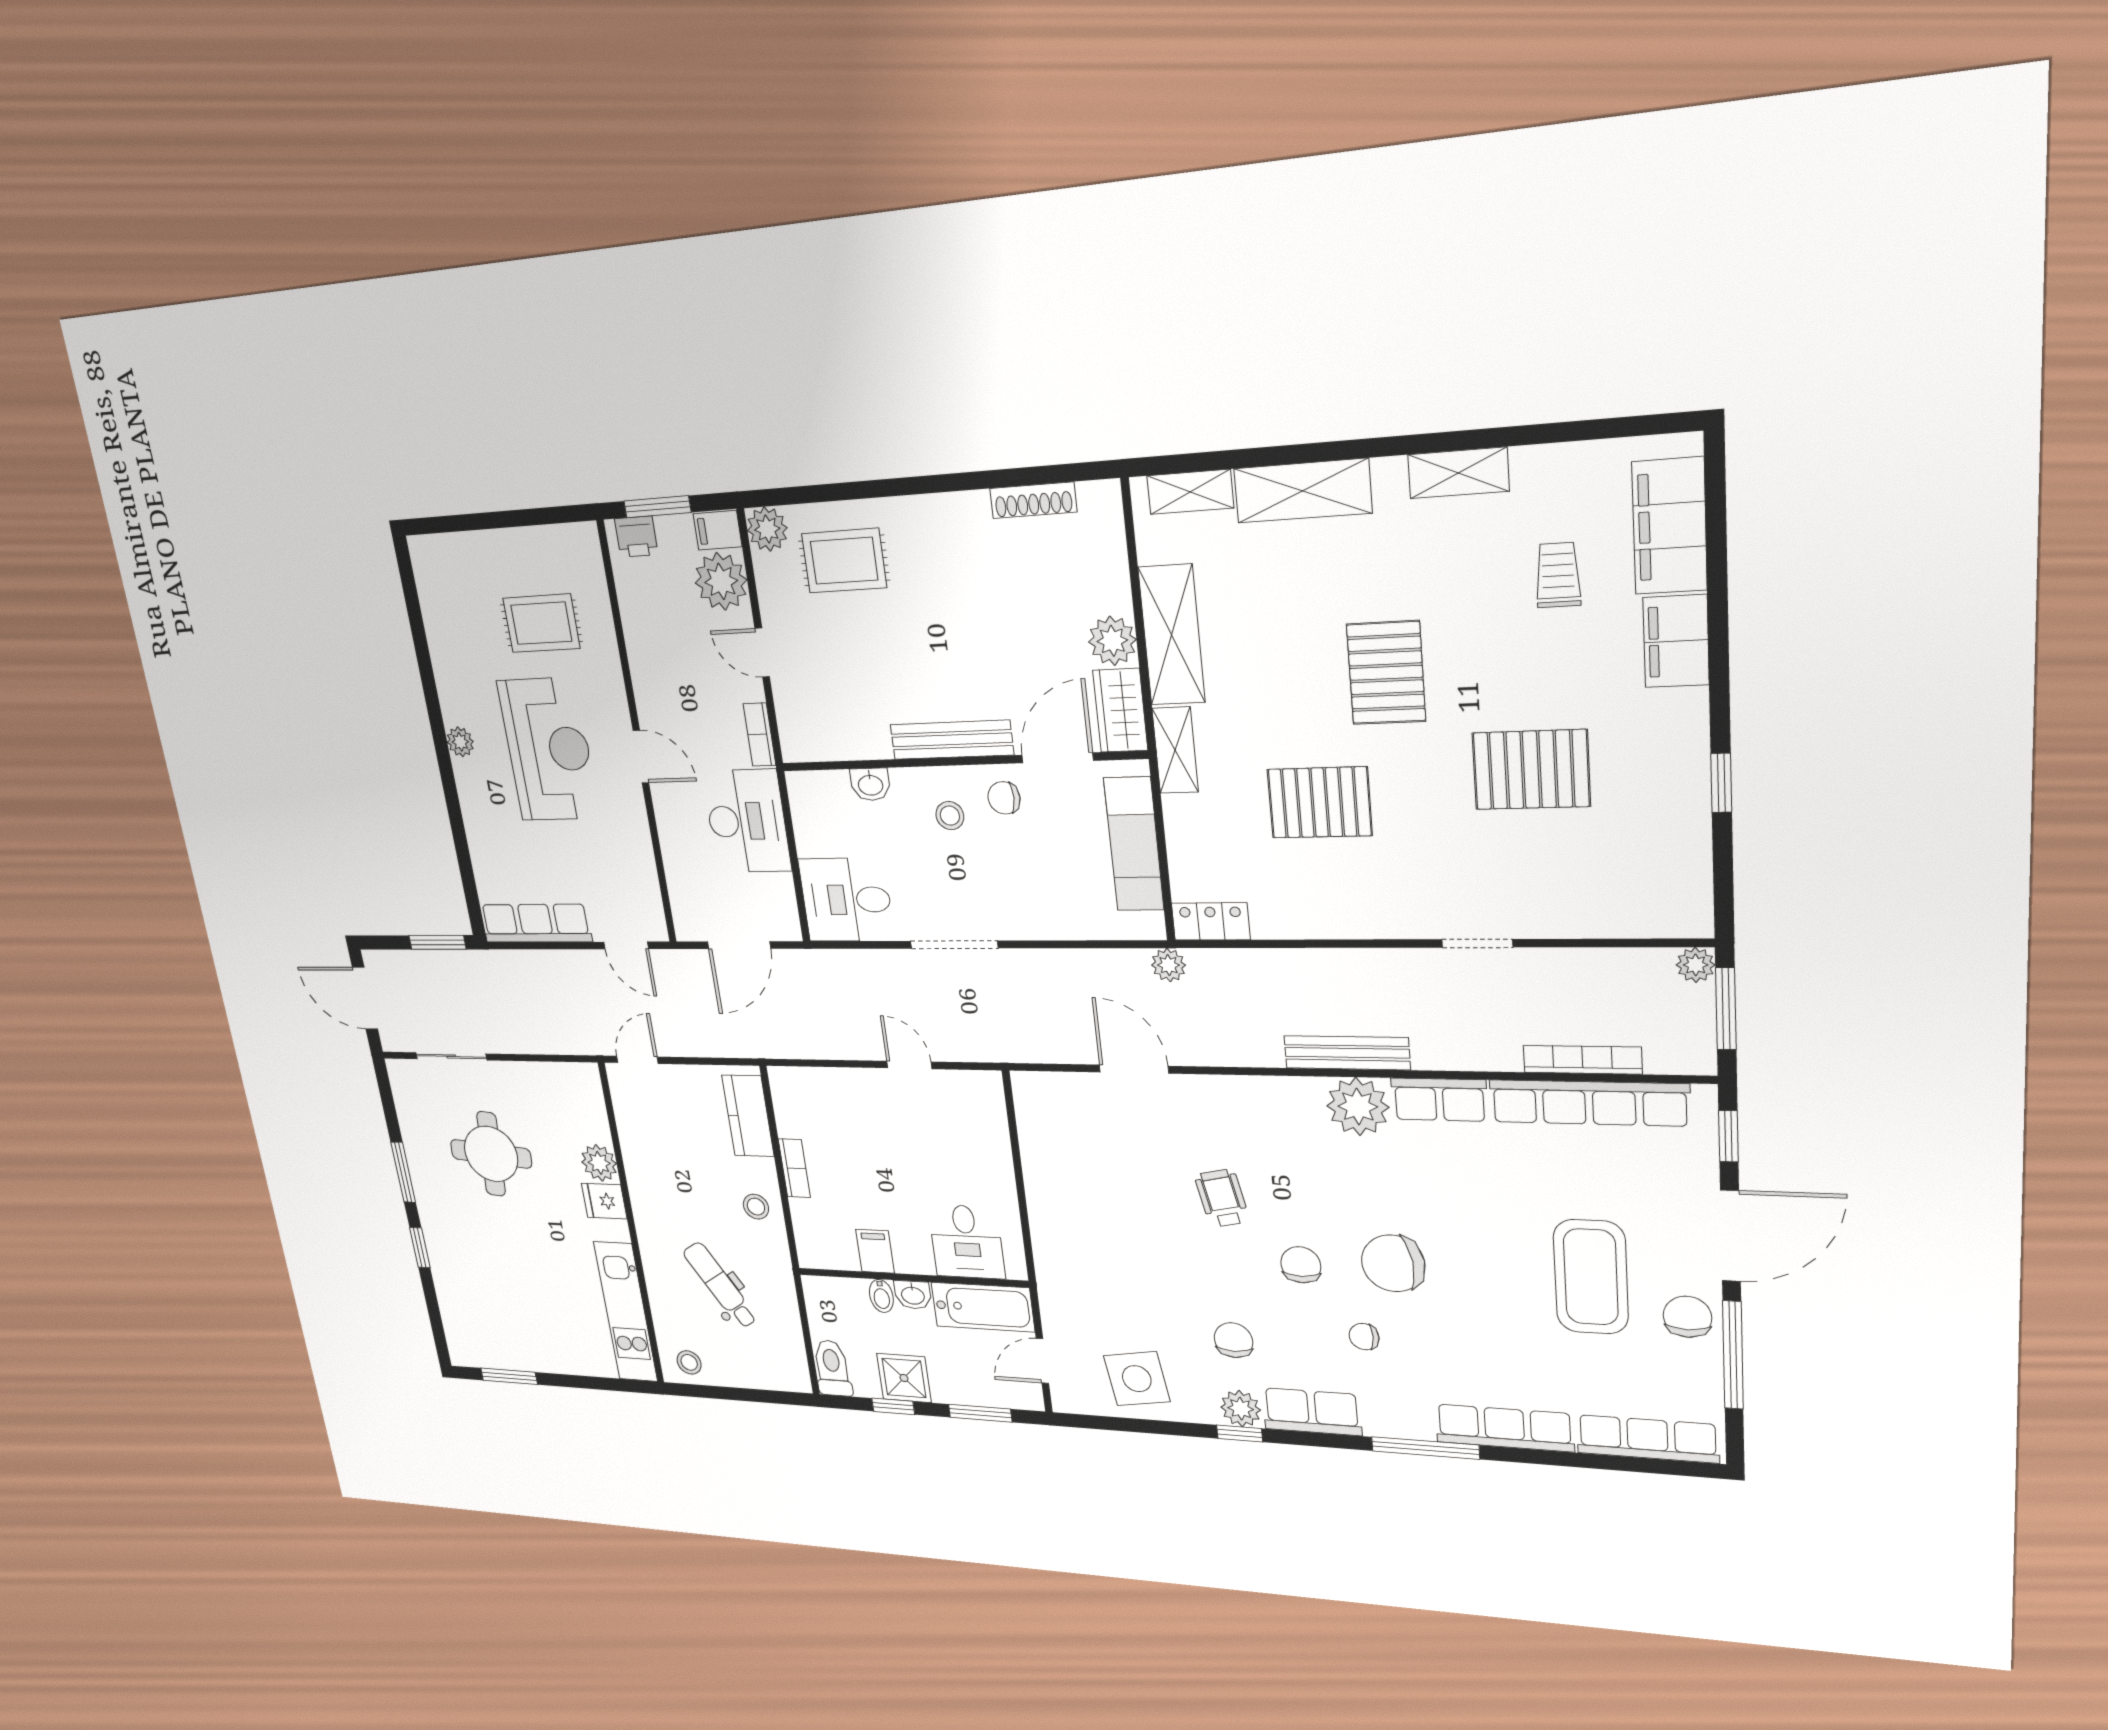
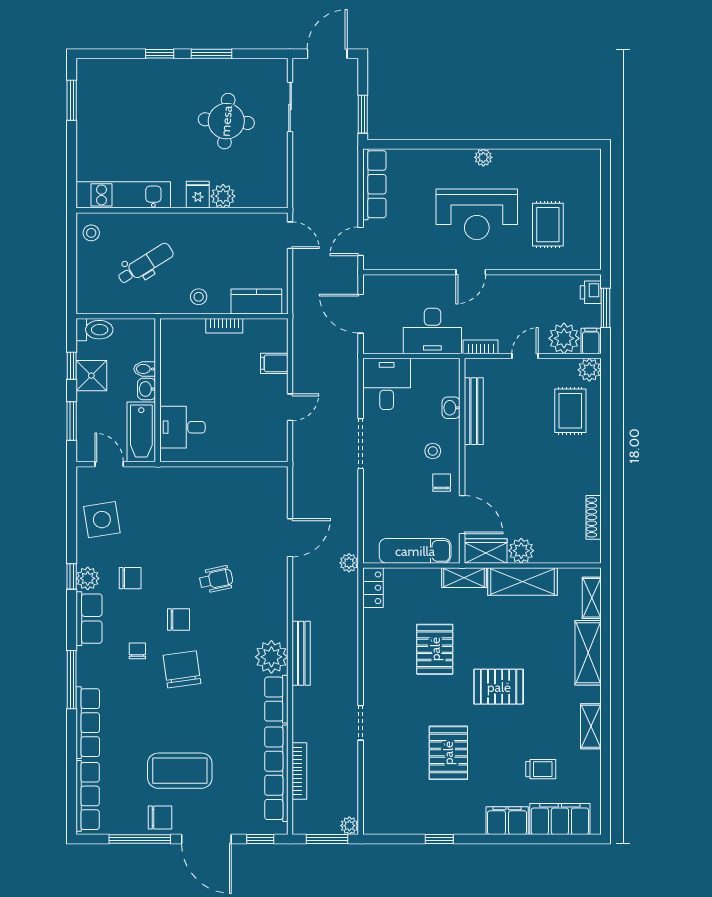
bench: (952, 740) -> (474, 411), moved
filing cabinet: (875, 1251) -> (274, 363), moved, turned 180

